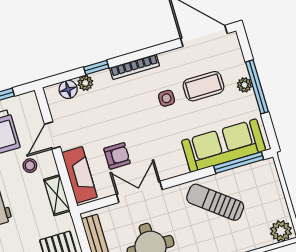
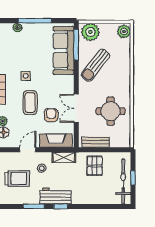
plant: (244, 85) -> (18, 28), moved
coffee table: (203, 86) -> (30, 102), moved
door: (52, 135) -> (28, 150), swing flipped
plant: (265, 179) -> (90, 32), added

